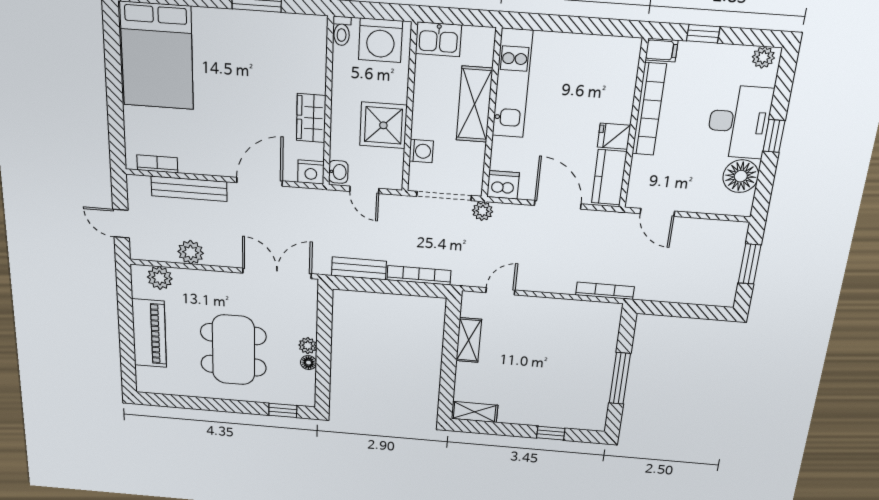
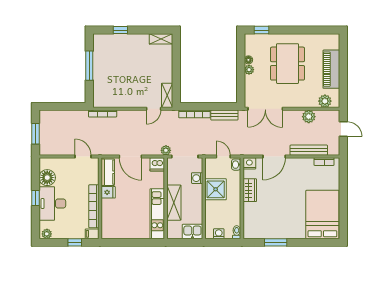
washing machine: (381, 40) -> (219, 234), width x0.53, depth x0.53
shelving: (469, 340) -> (167, 95), moved

